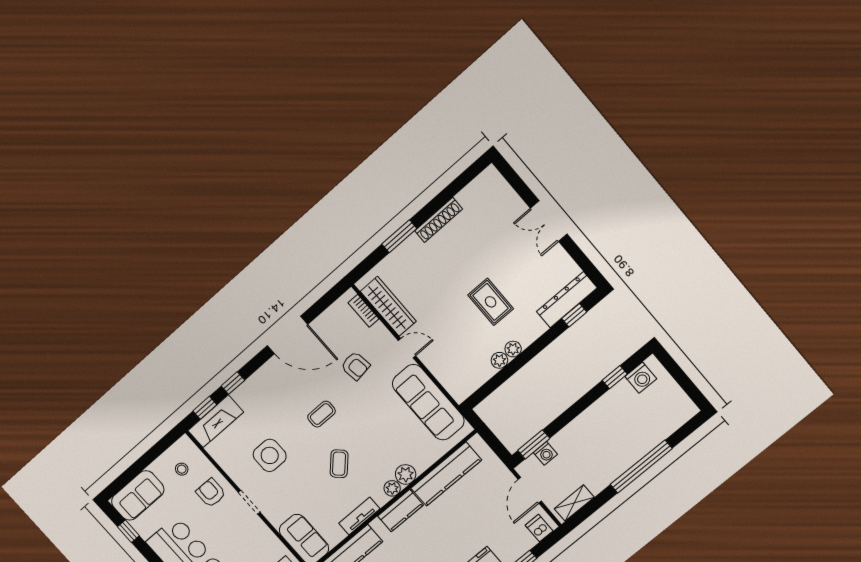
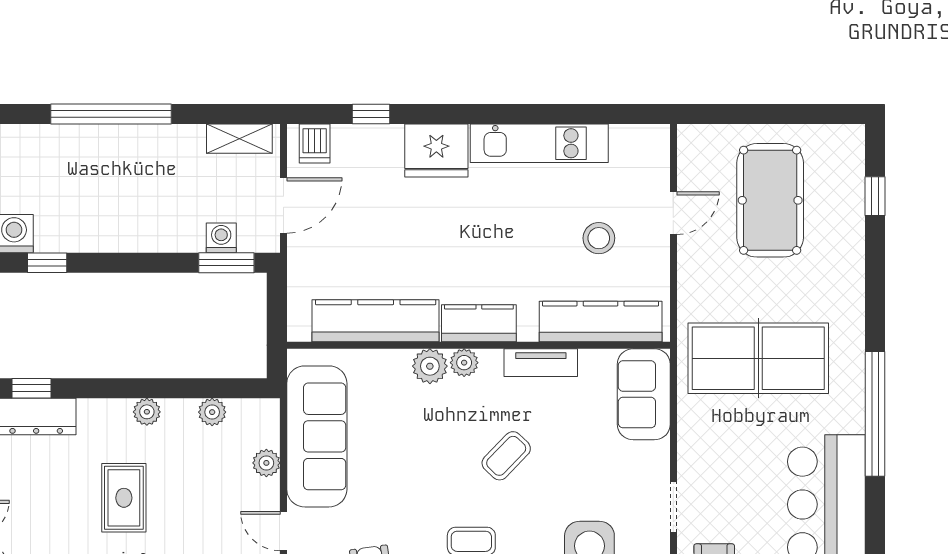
plant: (499, 360) -> (212, 412), moved
plant: (440, 372) -> (266, 463), added

